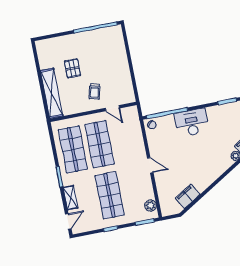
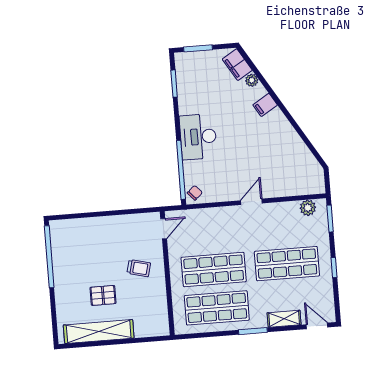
shelving: (52, 93) -> (99, 332), moved
door: (112, 108) -> (164, 229), moved
filing cabinet: (188, 196) -> (265, 105), moved, width x0.50

